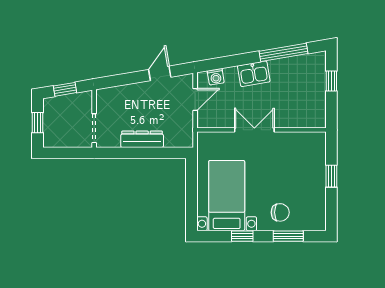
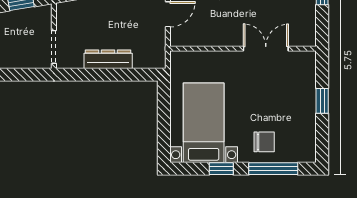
double door: (254, 130) -> (266, 49), moved
window: (288, 236) -> (273, 169), width x1.44

